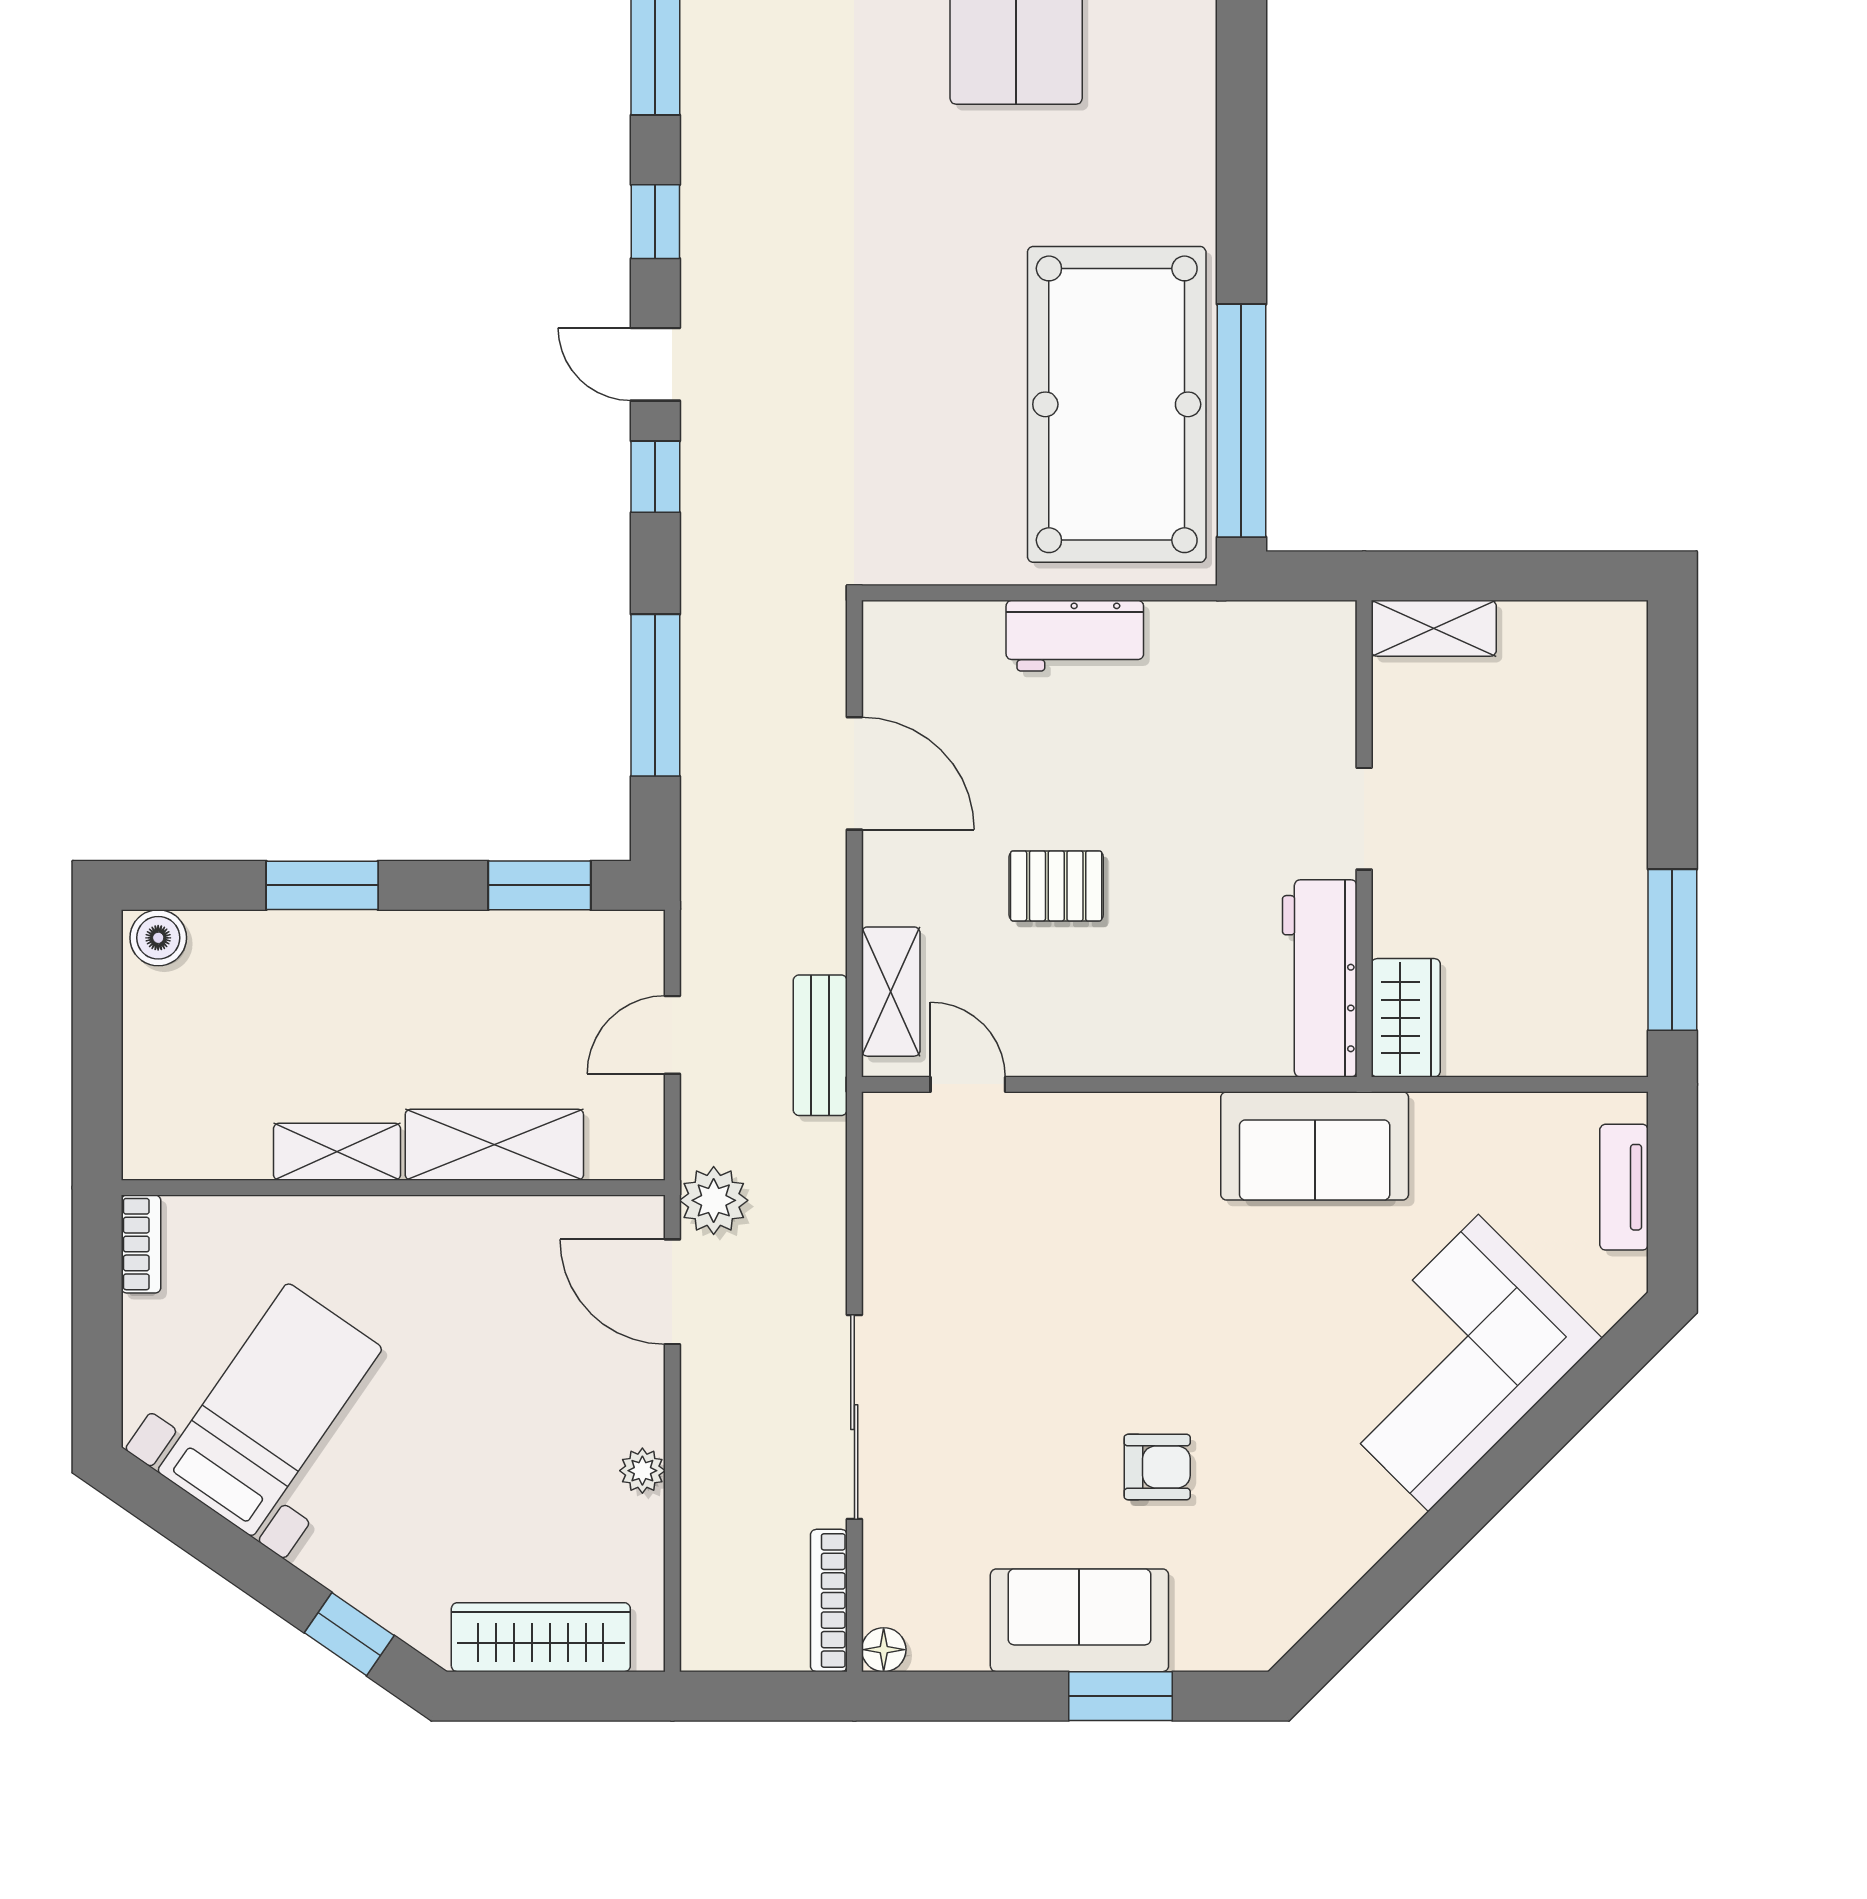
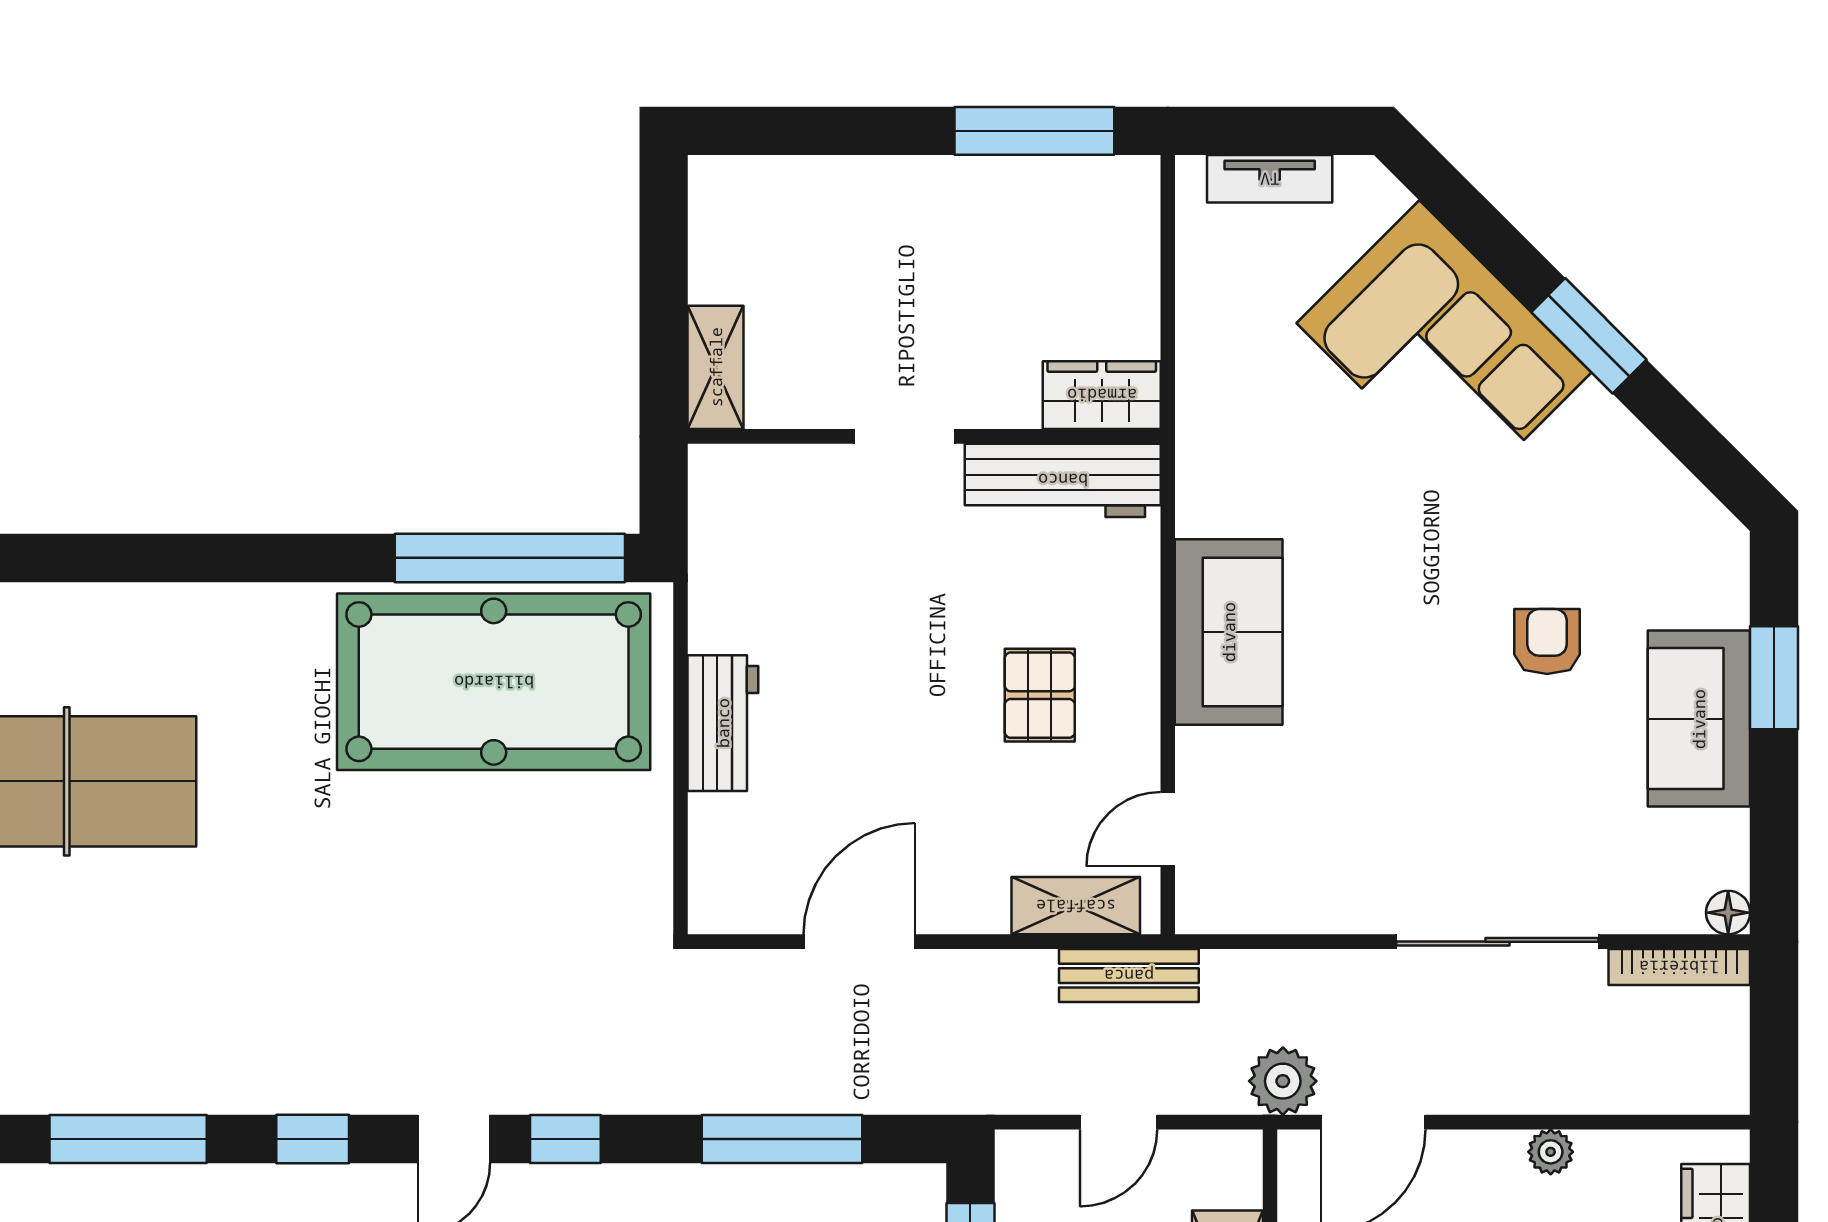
pallet: (1056, 886) -> (1040, 695), moved
door: (672, 1035) -> (1119, 1122), hinge flipped
sofa: (1315, 1146) -> (1229, 632), moved
window: (1466, 1509) -> (1589, 336), added

